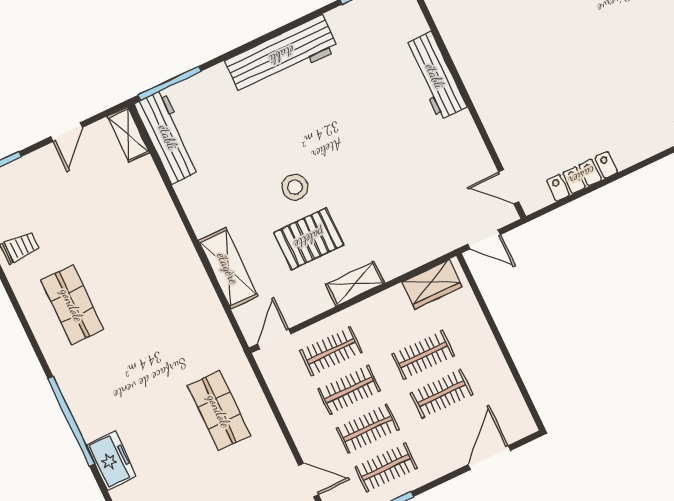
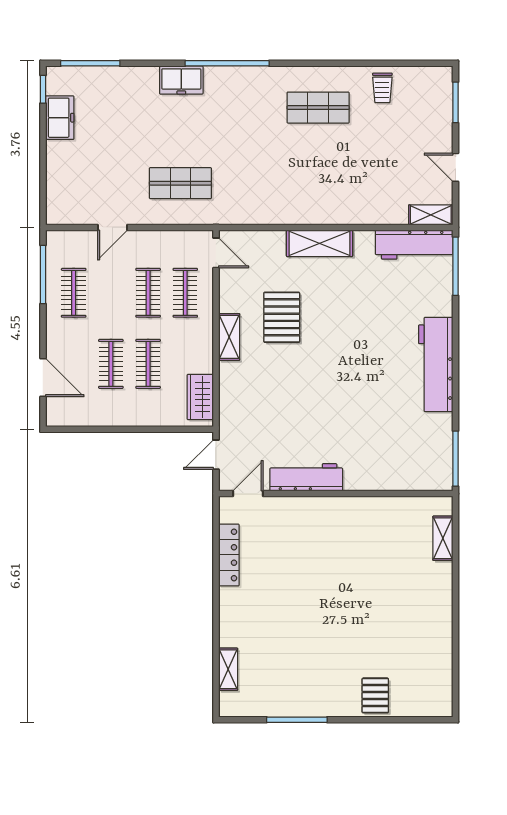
workbench: (435, 76) -> (306, 477), moved
stool: (295, 187) -> (327, 326), removed
shelving: (228, 268) -> (320, 243), moved
clothes rail: (368, 429) -> (111, 293), removed
door: (308, 480) -> (113, 227), moved

